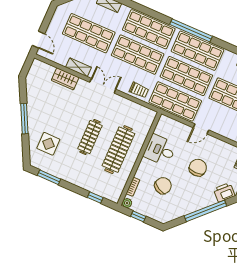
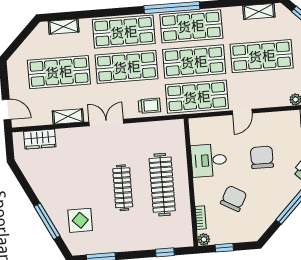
wardrobe: (65, 79) -> (40, 139), moved
window: (24, 119) -> (47, 221), moved

